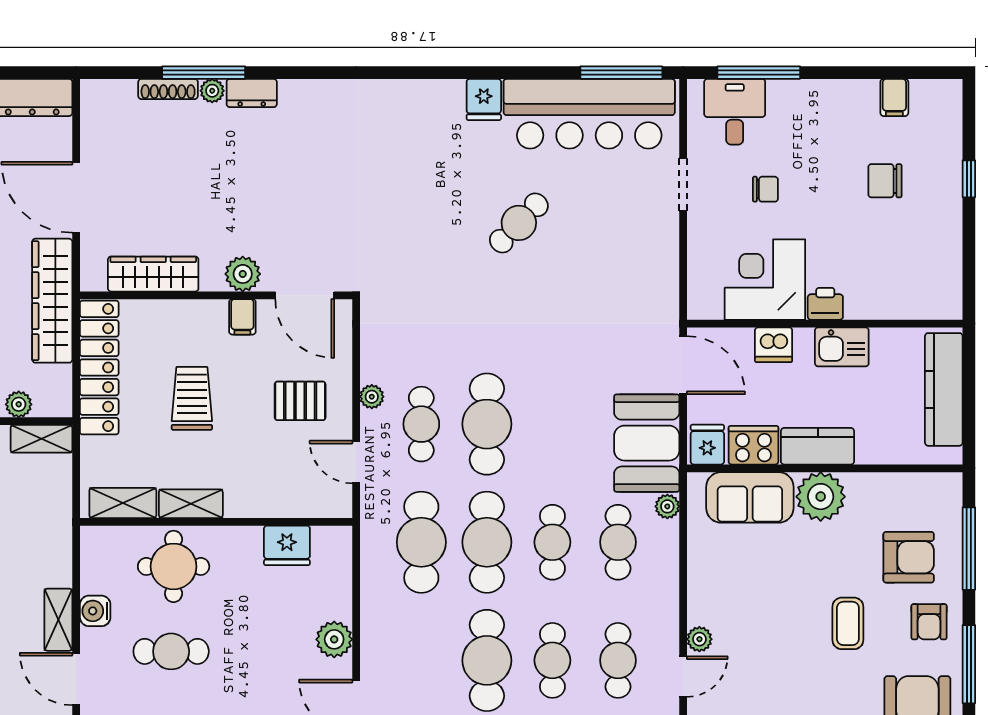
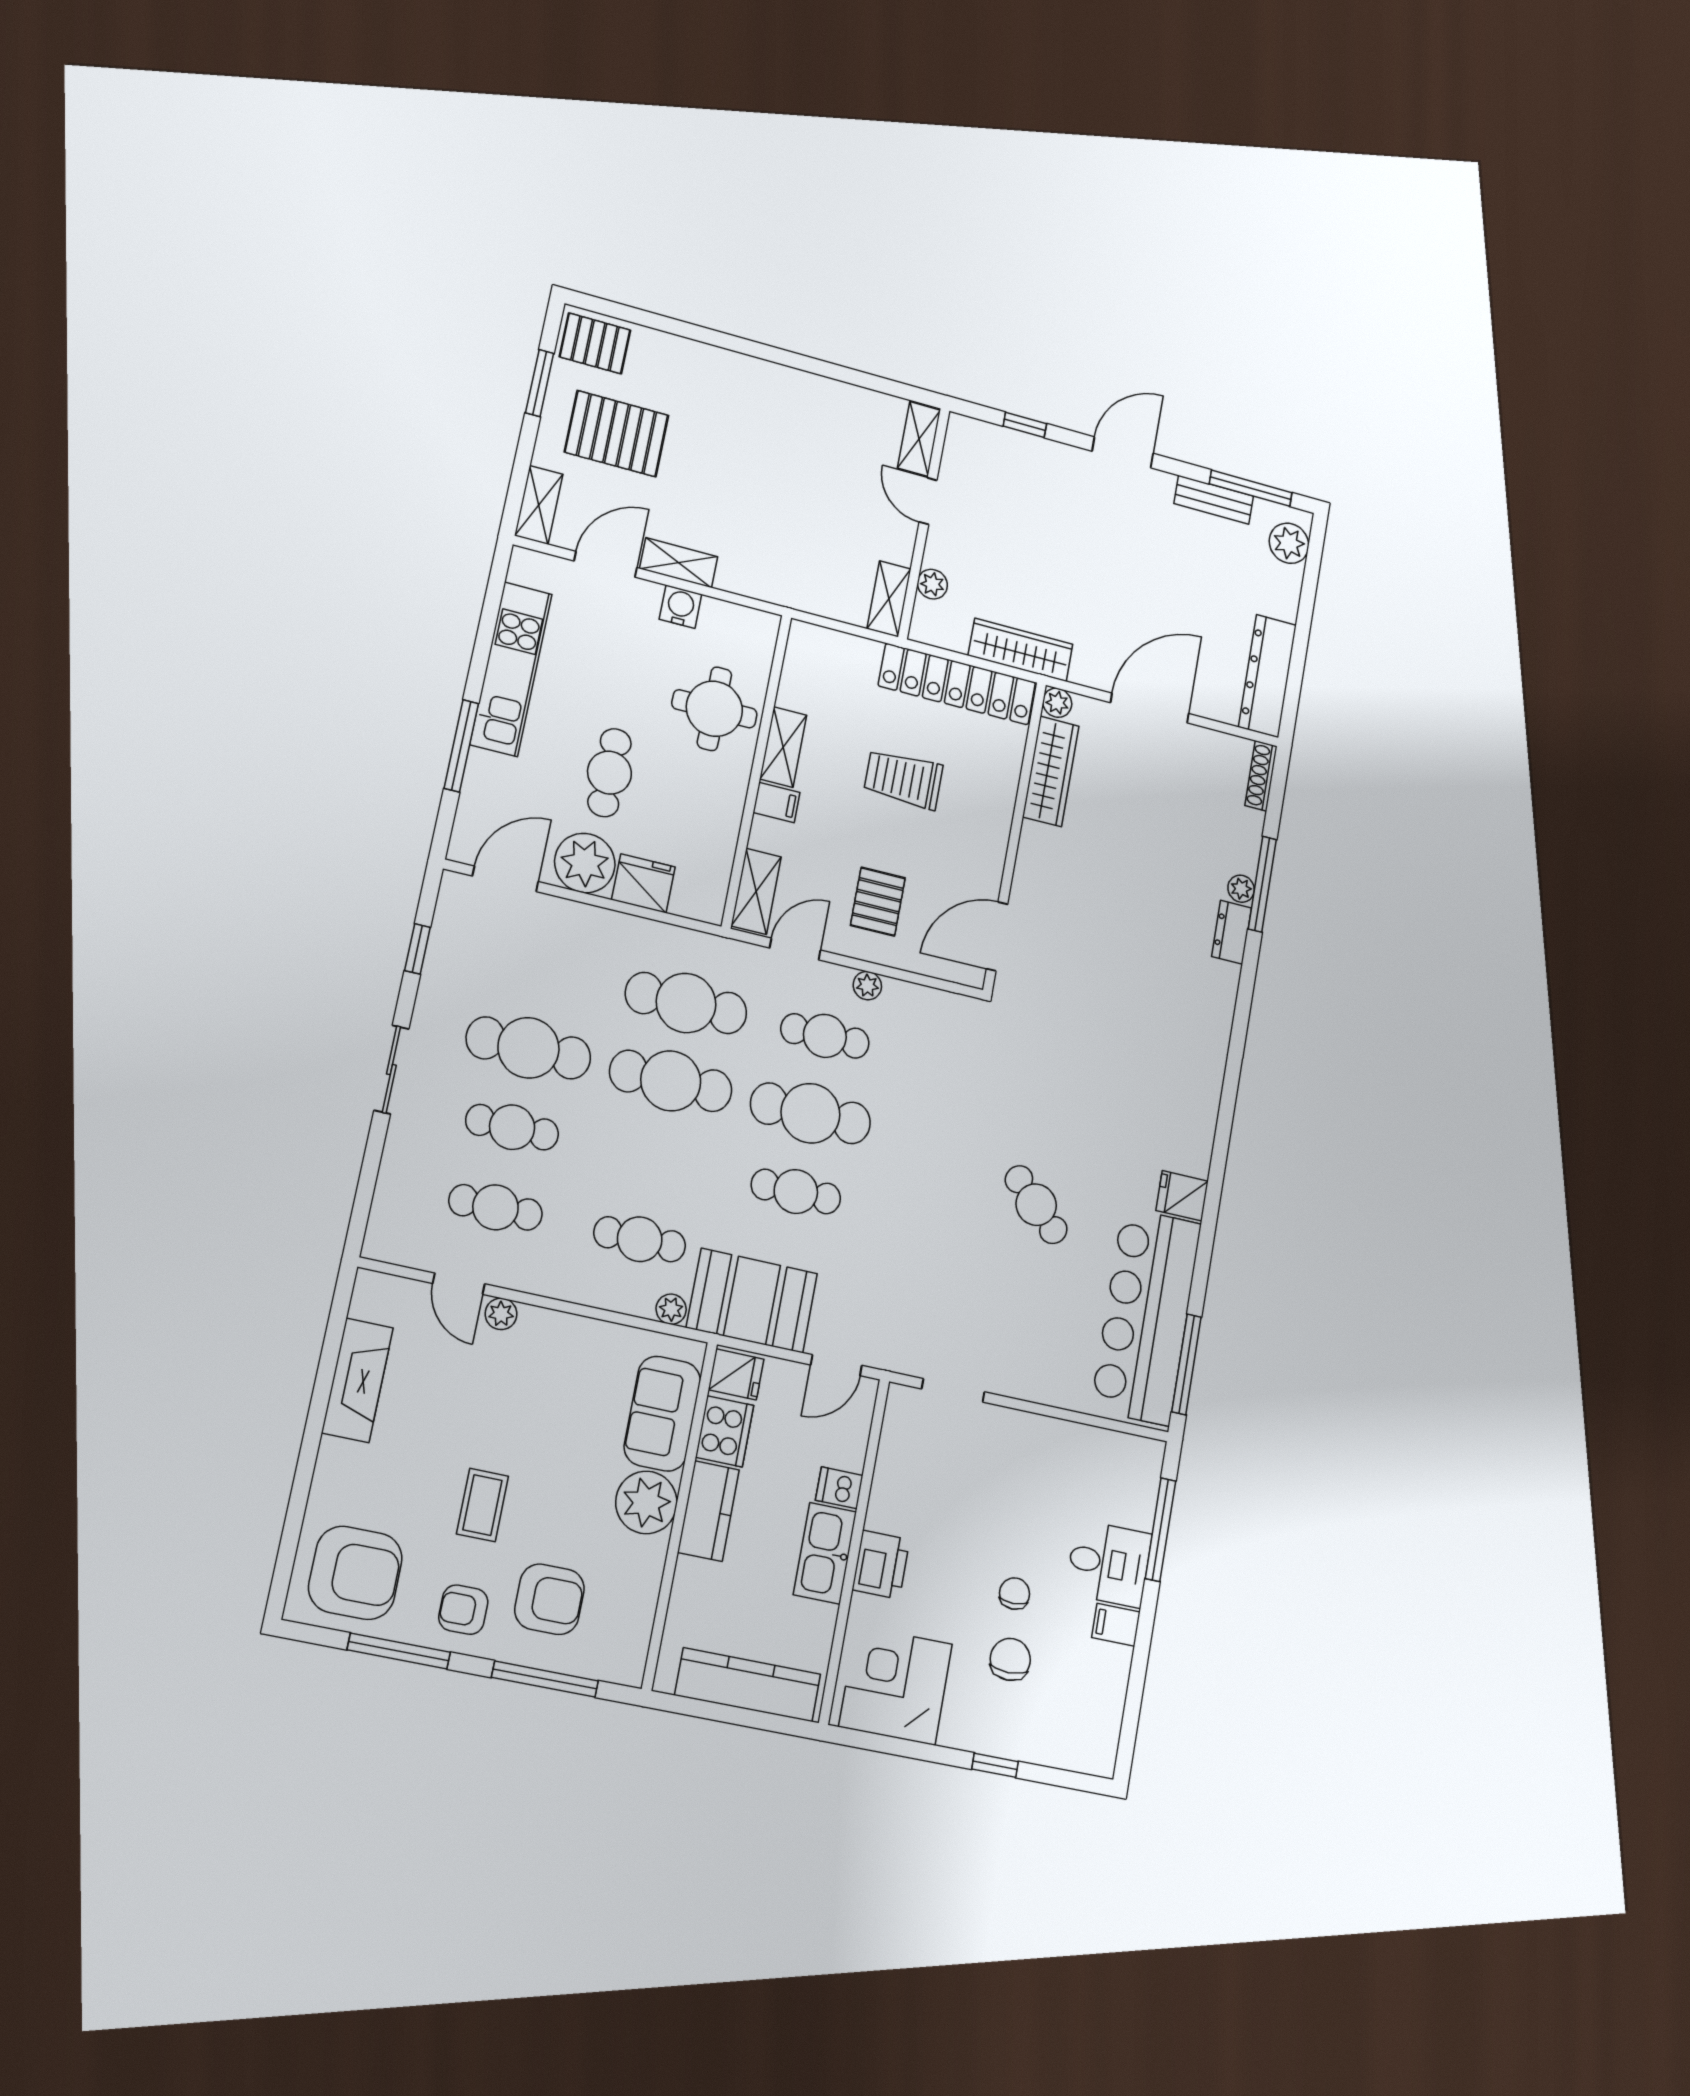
shoe rack: (168, 89) -> (1261, 776), moved
filing cabinet: (894, 97) -> (1116, 1625), moved
desk: (735, 112) -> (1109, 1564), moved
doorway: (683, 185) -> (953, 1390), moved
chair: (765, 189) -> (1015, 1594), moved, turned 180
plant: (243, 274) -> (1057, 703), moved, width x0.73, depth x0.73
corner desk: (765, 280) -> (896, 1685), moved, turned -90
wardrobe: (52, 301) -> (1021, 650), width x0.71, depth x0.85
printer: (825, 304) -> (881, 1565), width x1.36, depth x1.24
filing cabinet: (242, 317) -> (777, 802), moved, turned 180
dishwasher: (774, 345) -> (839, 1488), width x0.73
kitchen sink: (842, 347) -> (825, 1553), width x1.38
door: (683, 365) -> (836, 1365), width x0.73
trolley: (192, 398) -> (903, 779), turned 180
shelving: (123, 503) -> (756, 891), moved
cafe table: (552, 542) -> (796, 1191), moved
fridge: (287, 545) -> (643, 883), moved, turned 90
armchair: (909, 557) -> (549, 1599), turned -90
coffee table: (848, 623) -> (482, 1505), turned 90
plant: (334, 639) -> (585, 863), width x1.36, depth x1.36
cafe table: (171, 651) -> (609, 773), moved

